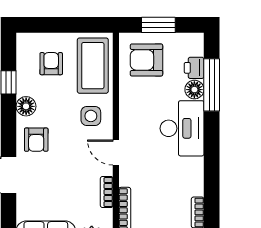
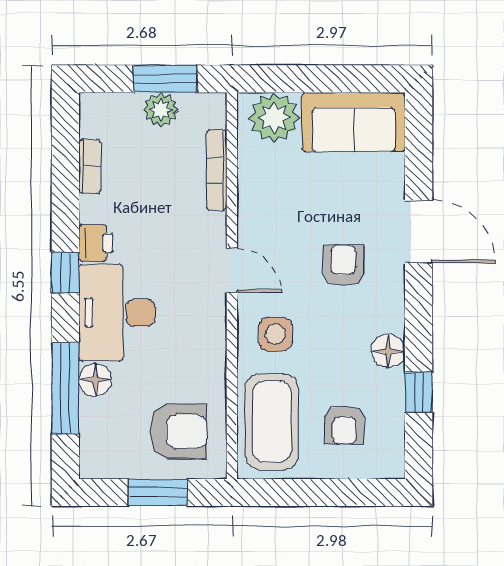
printer: (194, 68) -> (96, 243), moved
armchair: (36, 140) -> (343, 265), moved
window: (212, 151) -> (65, 273), added
bookcase: (107, 192) -> (248, 202), removed

